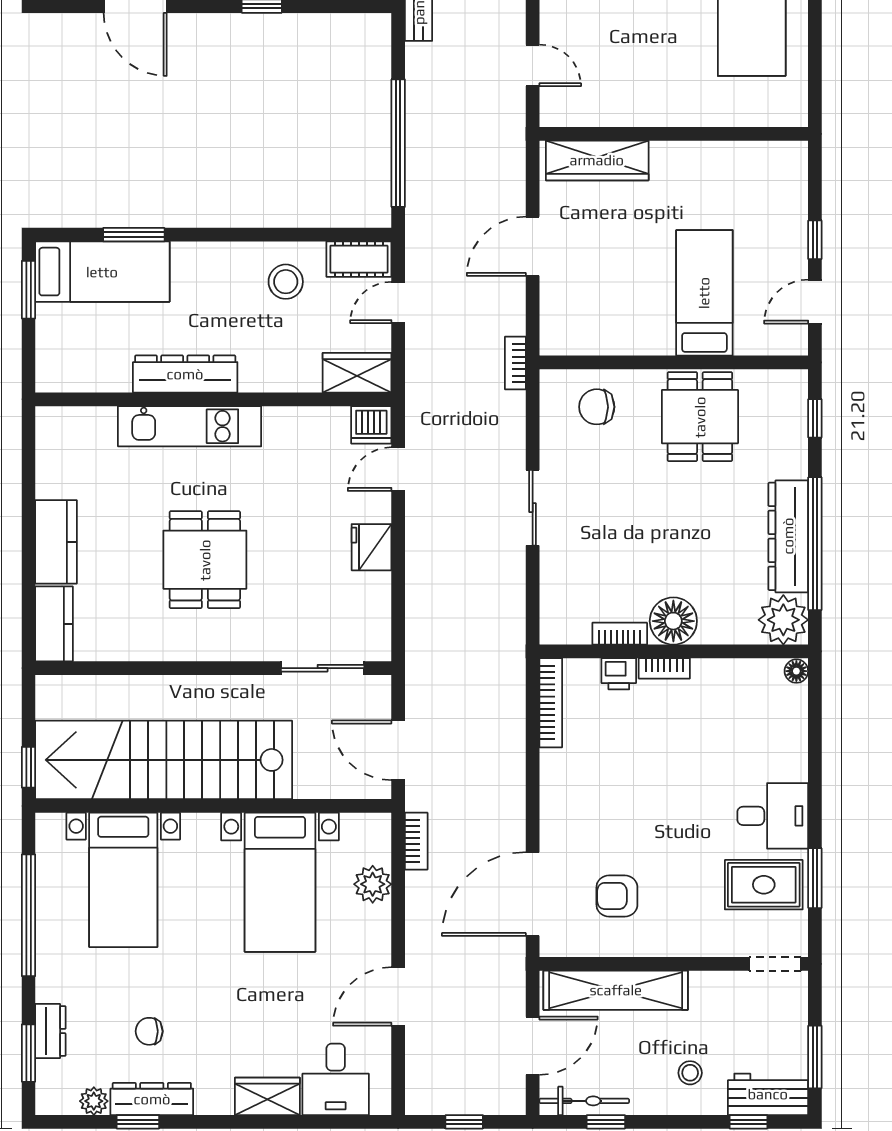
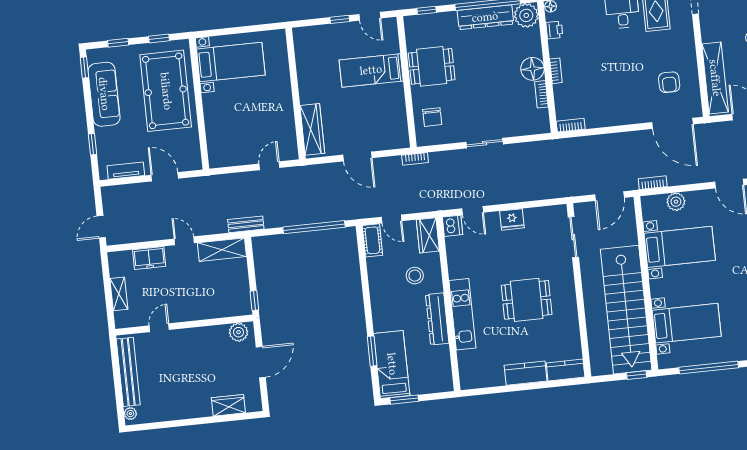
stool: (286, 282) -> (415, 276), moved
printer: (619, 674) -> (554, 30), moved
bookcase: (551, 703) -> (571, 125), width x0.64

